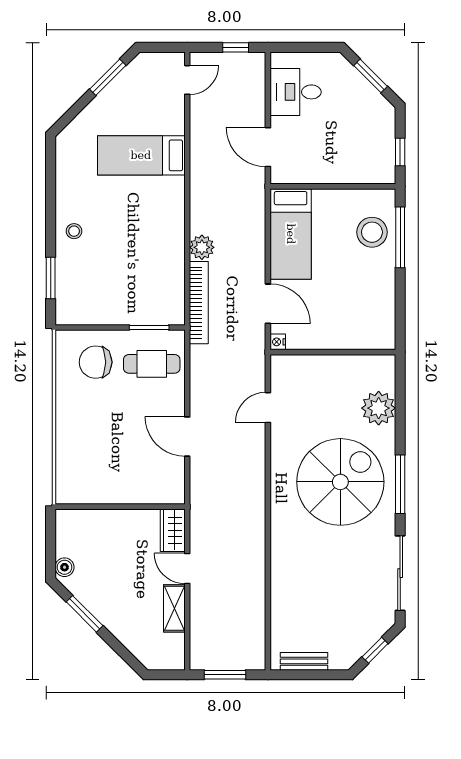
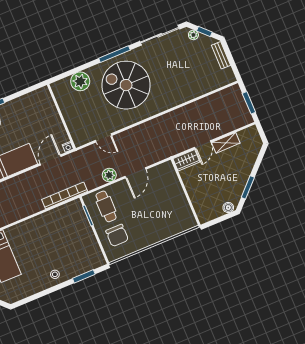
plant: (202, 247) -> (109, 175), moved
plant: (377, 629) -> (193, 35), added
bench: (304, 661) -> (221, 55), moved

